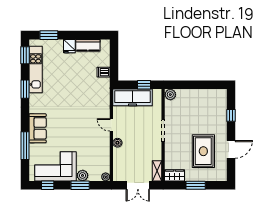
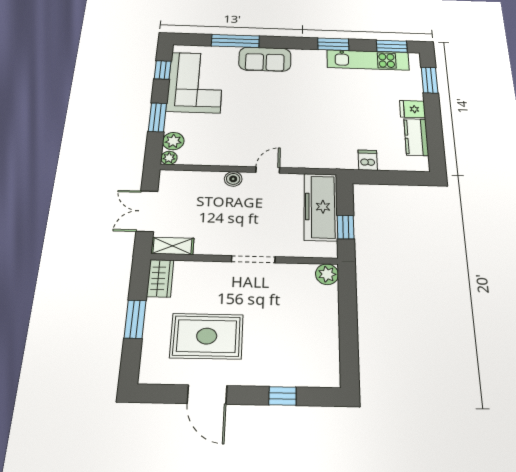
plant: (83, 175) -> (173, 141), moved

